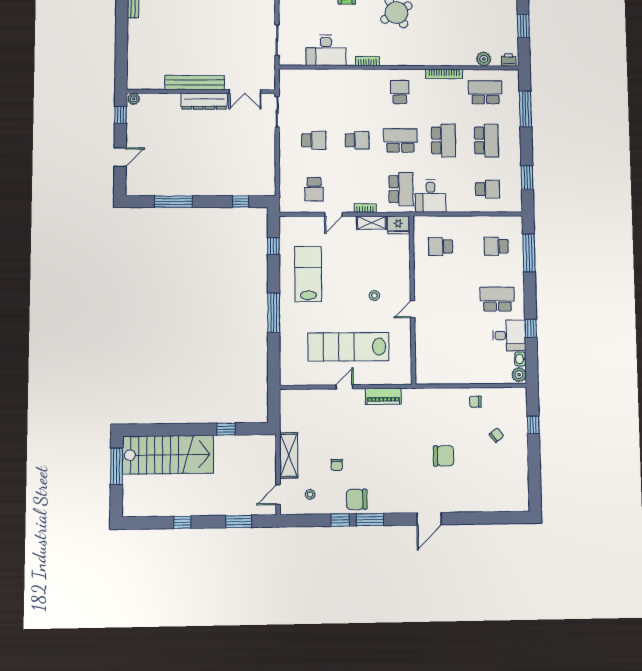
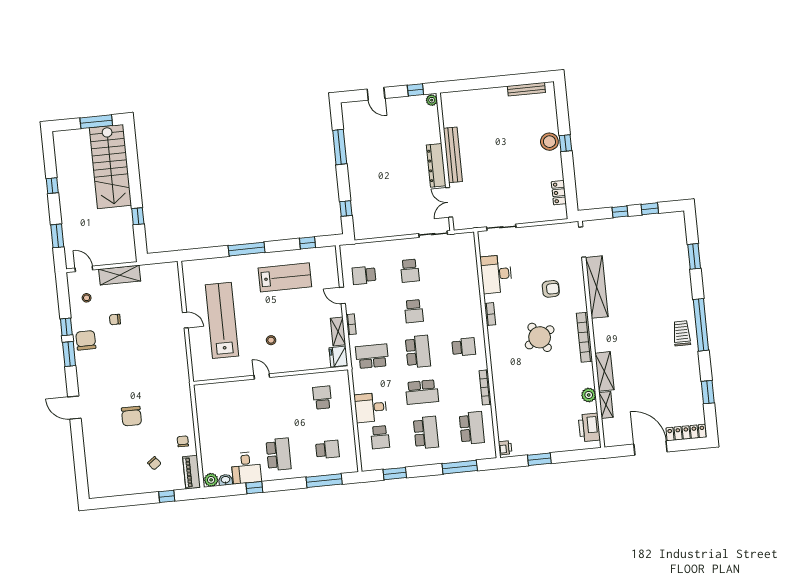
plant: (484, 59) -> (504, 424), removed
school desk: (486, 140) -> (426, 433), turned -90
school desk: (401, 189) -> (372, 356), turned 180
desk: (431, 196) -> (371, 408), moved
school desk: (496, 246) -> (327, 449), turned 90
piano: (383, 396) -> (192, 472), moved

